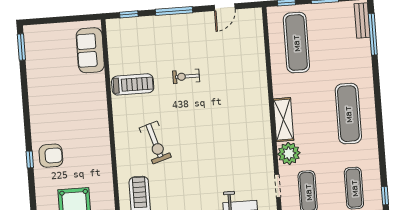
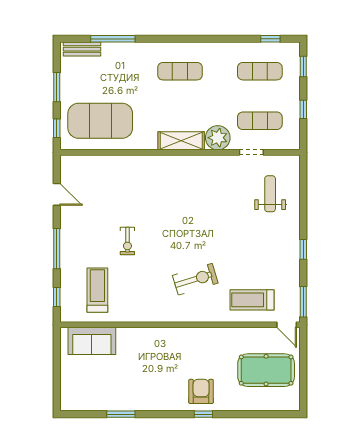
window: (373, 34) -> (113, 39), moved
exercise mat: (296, 43) -> (100, 121), width x1.47
window: (21, 47) -> (121, 414), moved
treadmill: (133, 84) -> (97, 290), moved
exercise mat: (348, 114) -> (180, 71), width x0.73, depth x0.69

